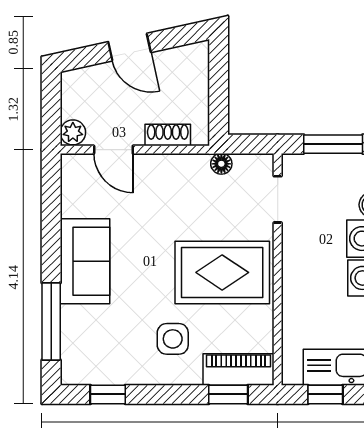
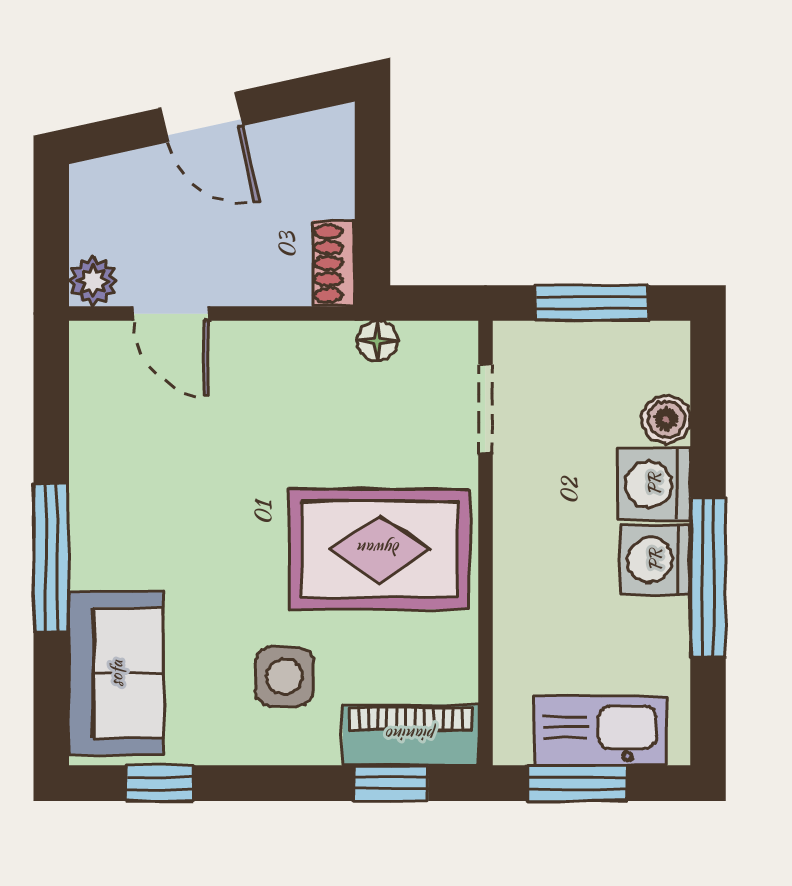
shoe rack: (168, 135) -> (334, 263), moved, turned -90
sofa: (85, 261) -> (116, 673), moved
window: (51, 321) -> (51, 557), moved
window: (325, 394) -> (577, 783), width x1.50

